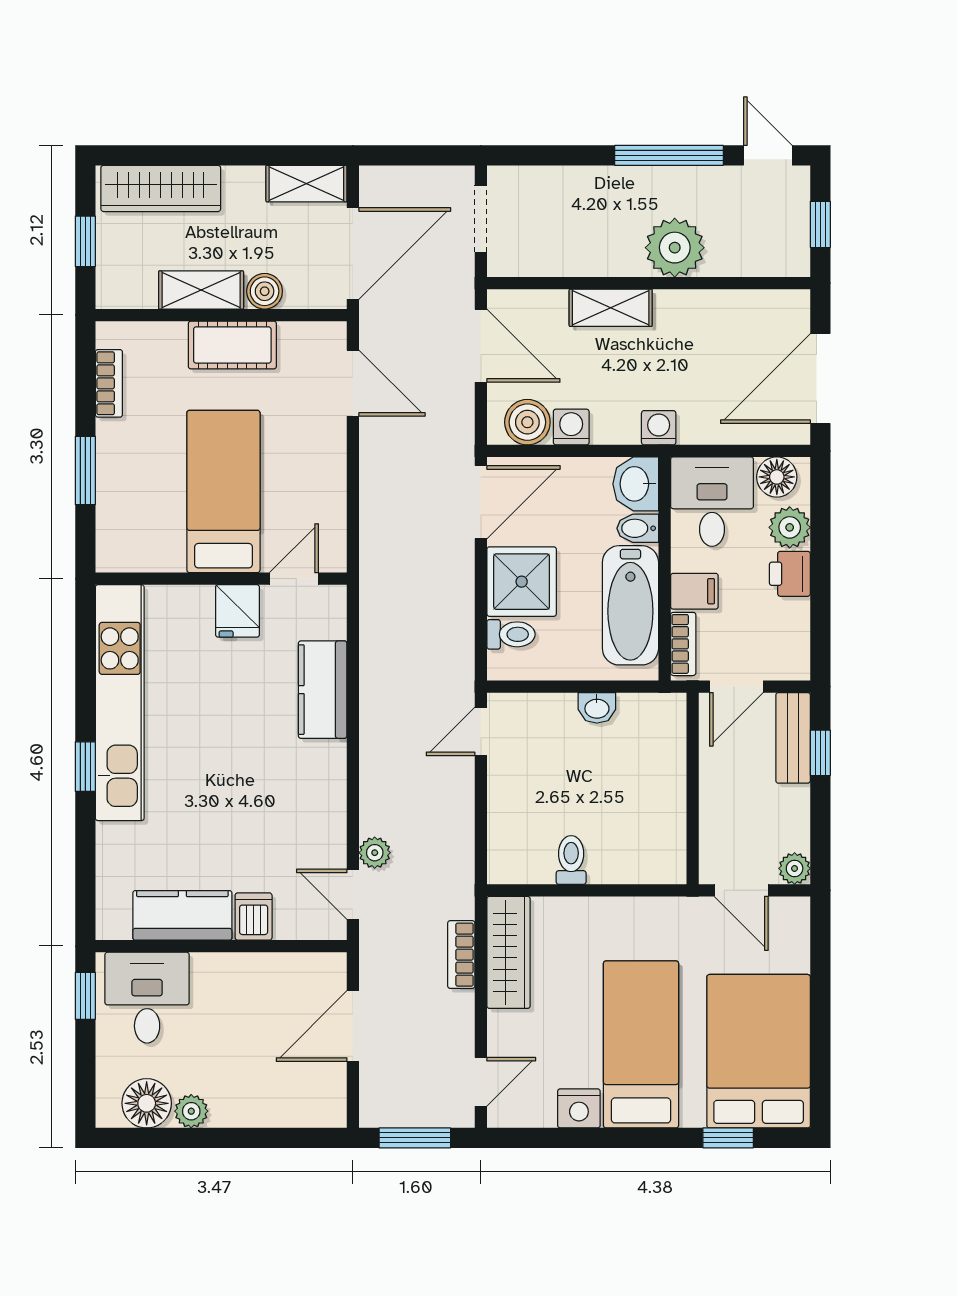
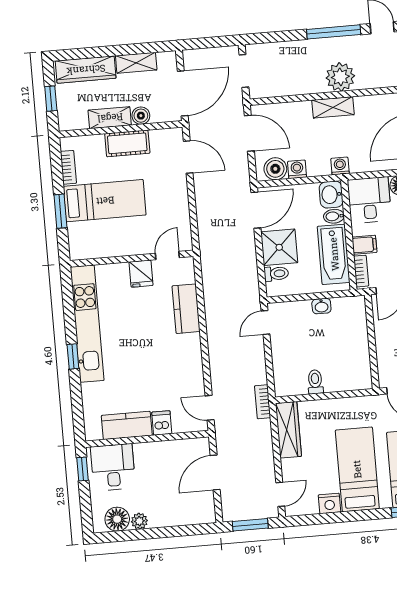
shelving: (306, 184) -> (136, 63), moved
shelving: (611, 308) -> (333, 107), moved
bed: (223, 492) -> (105, 201), moved, turned 90
plant: (375, 853) -> (219, 387), removed
bookcase: (461, 955) -> (263, 402), moved

